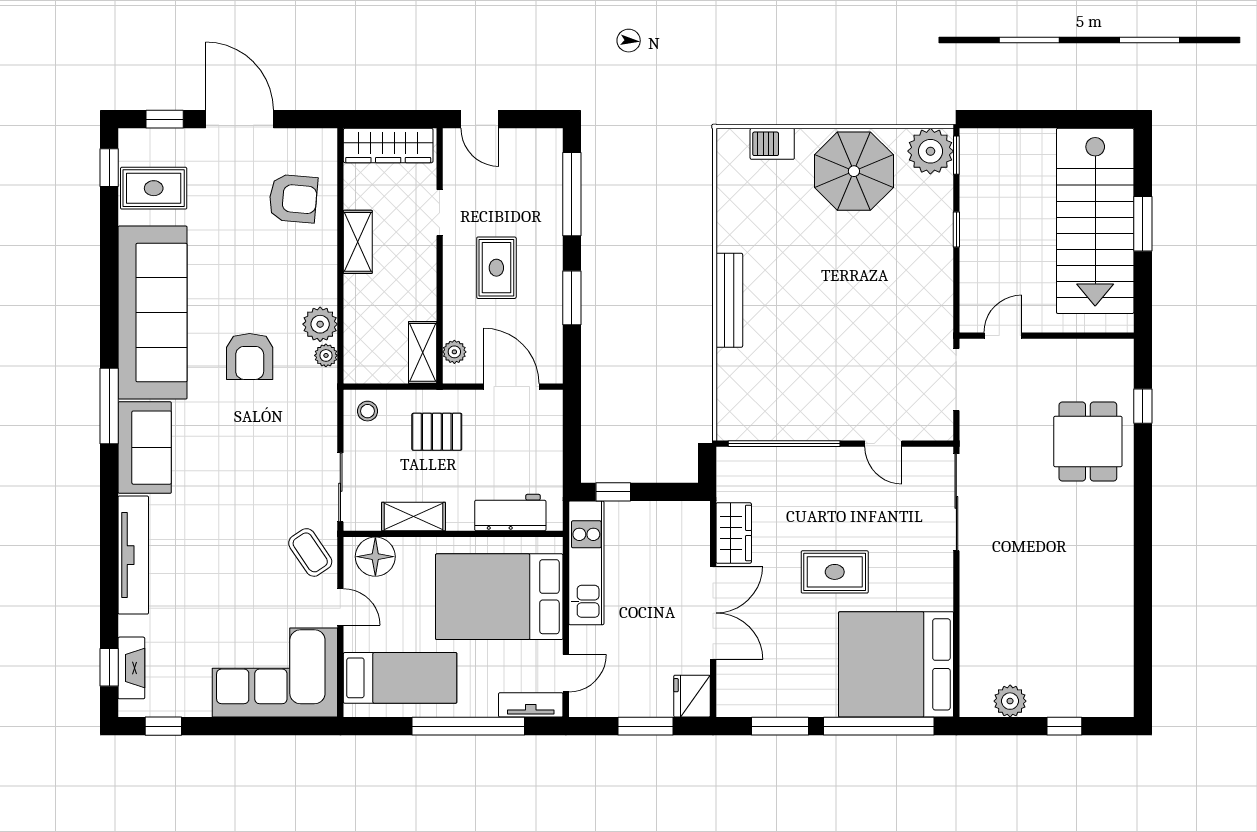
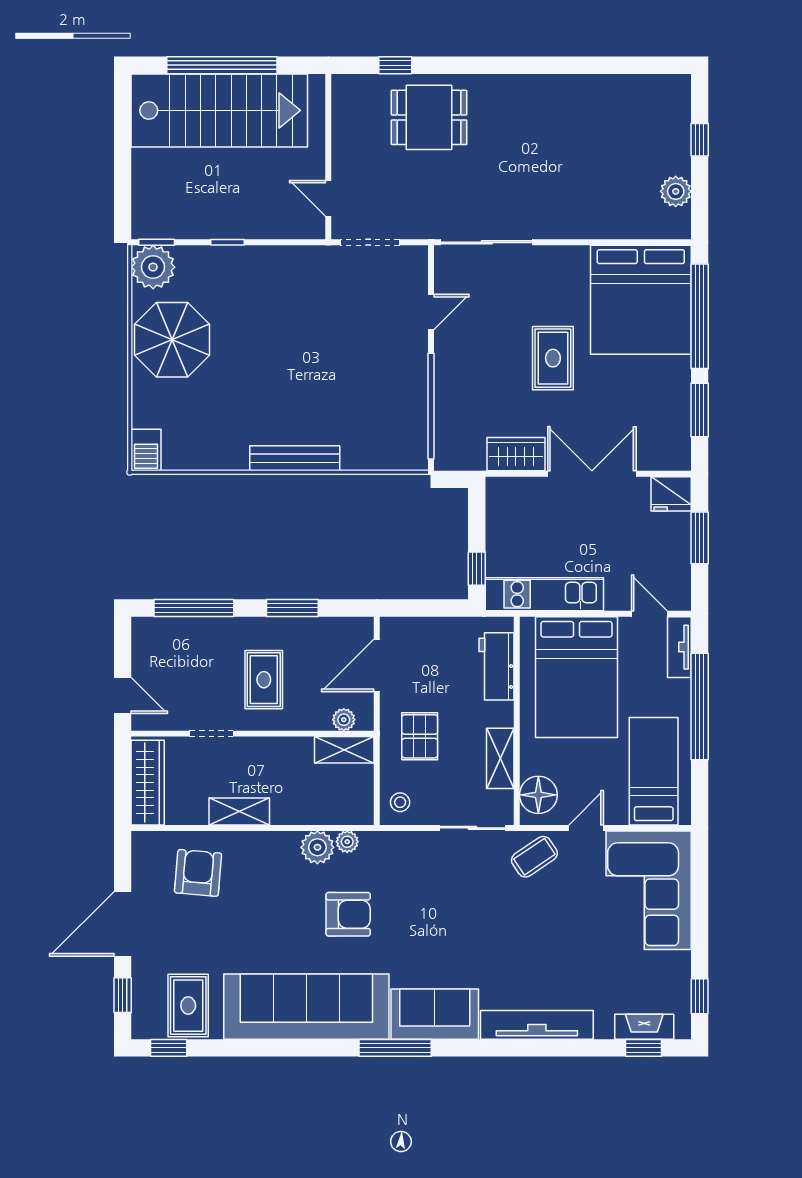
door: (480, 119) -> (123, 695), hinge flipped
barbecue: (772, 144) -> (146, 450), moved
window: (1143, 224) -> (222, 65), width x2.11
rug: (496, 268) -> (264, 680), turned 90

